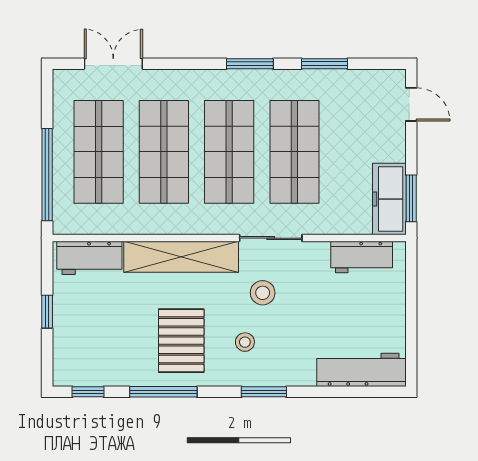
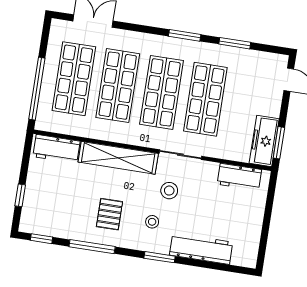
window: (47, 312) -> (20, 195), moved
pallet: (181, 341) -> (109, 214), width x0.67, depth x0.71
workbench: (361, 370) -> (201, 249), moved

